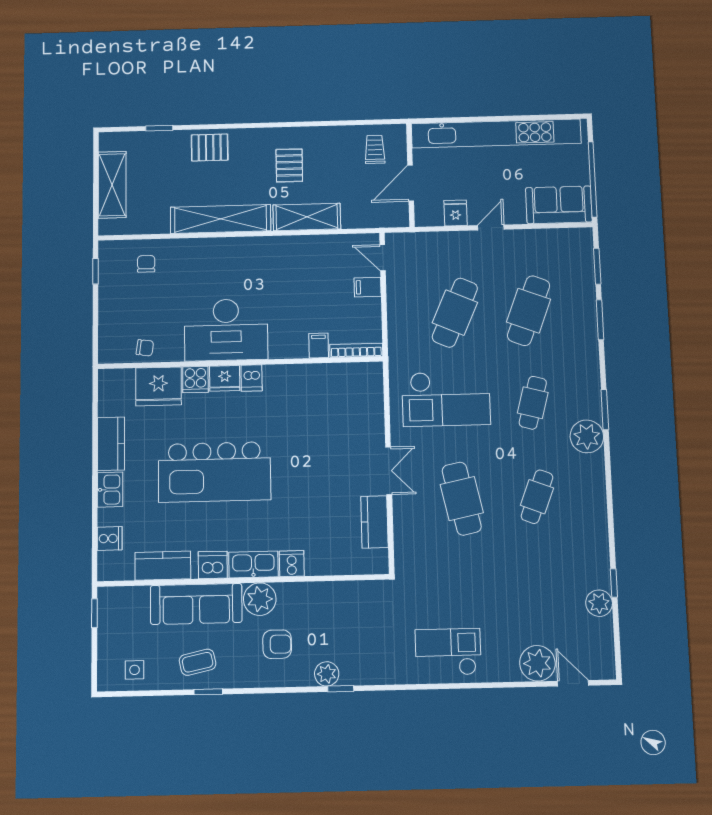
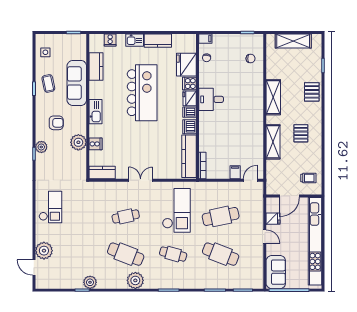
pallet: (289, 165) -> (301, 133), turned 90
door: (411, 183) -> (290, 196), swing flipped
shelving: (221, 219) -> (273, 97), width x0.68
cafe table: (455, 313) -> (221, 216), turned -36
desk: (226, 330) -> (211, 99), width x0.53, depth x0.77
filing cabinet: (319, 346) -> (205, 39), moved
kitchen counter: (339, 377) -> (189, 156), added
checkout: (446, 399) -> (176, 210), turned 180
plant: (587, 436) -> (135, 280), moved
double door: (389, 471) -> (141, 180), swing flipped
kitchen island: (214, 472) -> (142, 93), turned 180
cafe table: (537, 497) -> (126, 254), width x1.37, depth x1.35
cafe table: (462, 499) -> (126, 216), width x0.73, depth x0.74
kitchen counter: (374, 522) -> (102, 172), moved
cooker: (292, 564) -> (95, 144), moved
dishwasher: (213, 565) -> (190, 127), moved, turned 180
plant: (260, 599) -> (78, 142), moved
plant: (599, 603) -> (90, 282), moved
armchair: (277, 644) -> (56, 123), turned -90
door: (573, 683) -> (34, 268), swing flipped

